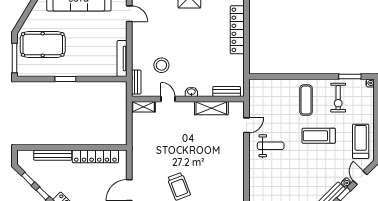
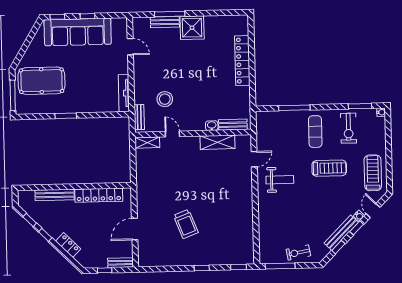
window: (286, 77) -> (294, 108), added
washbasin: (191, 92) -> (212, 126), moved
treadmill: (319, 136) -> (329, 168), turned 180

